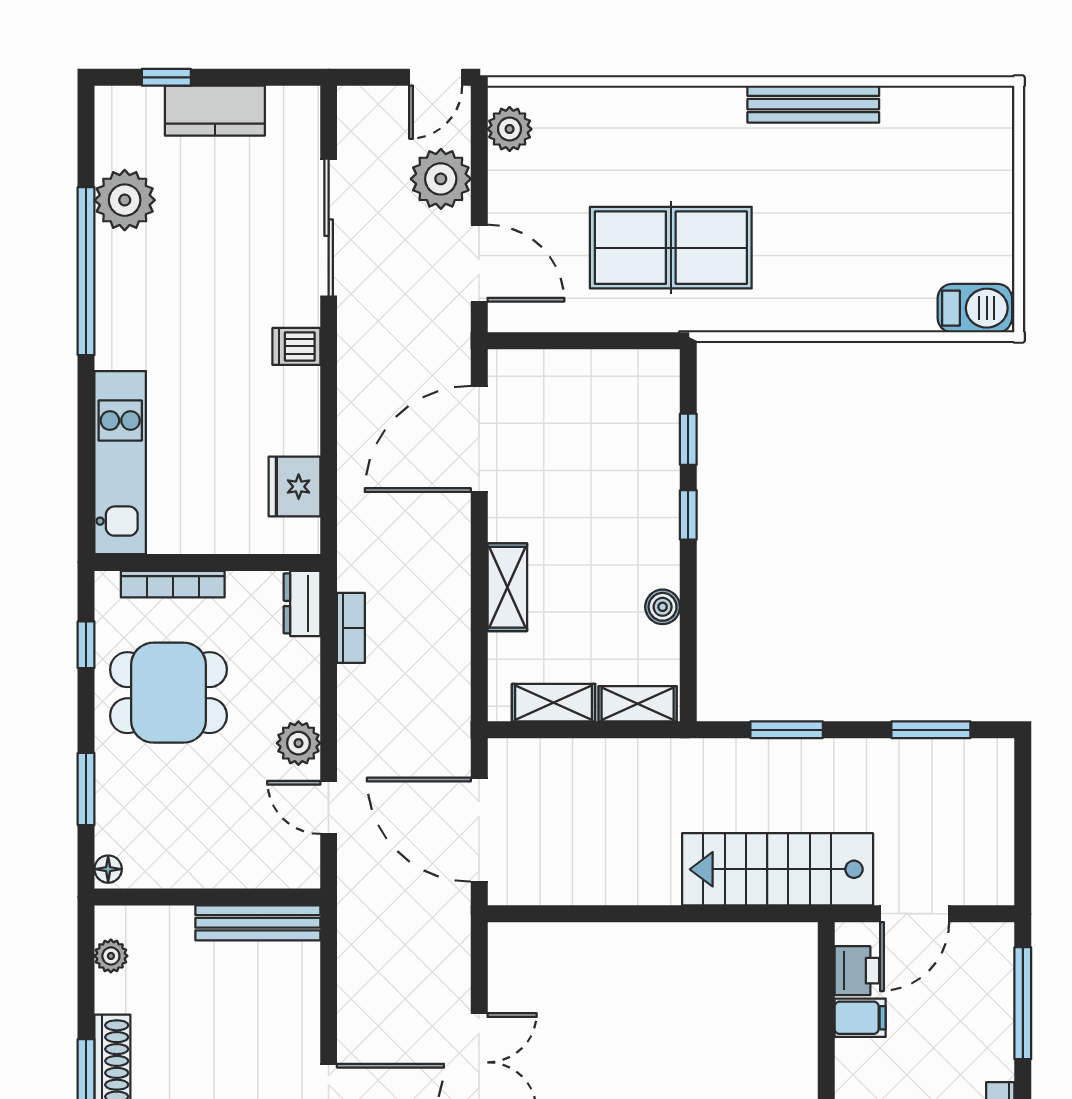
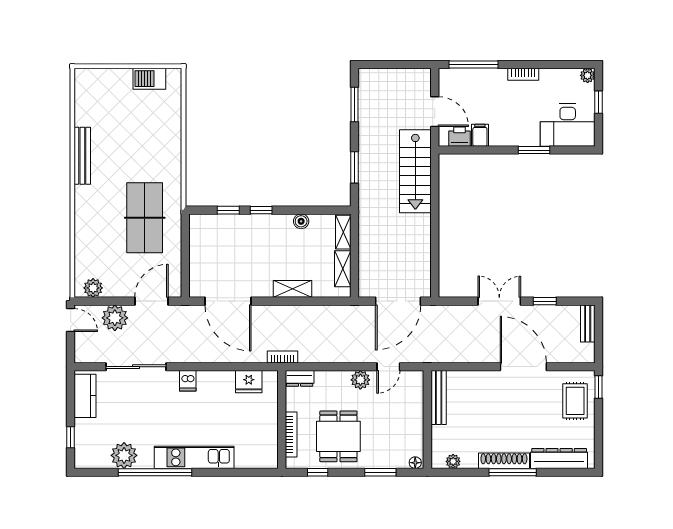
kitchen counter: (215, 111) -> (85, 396), moved
barbecue: (975, 308) -> (149, 79), moved, turned -90
kitchen unit: (120, 463) -> (194, 457), moved
bookcase: (351, 628) -> (282, 357), moved

